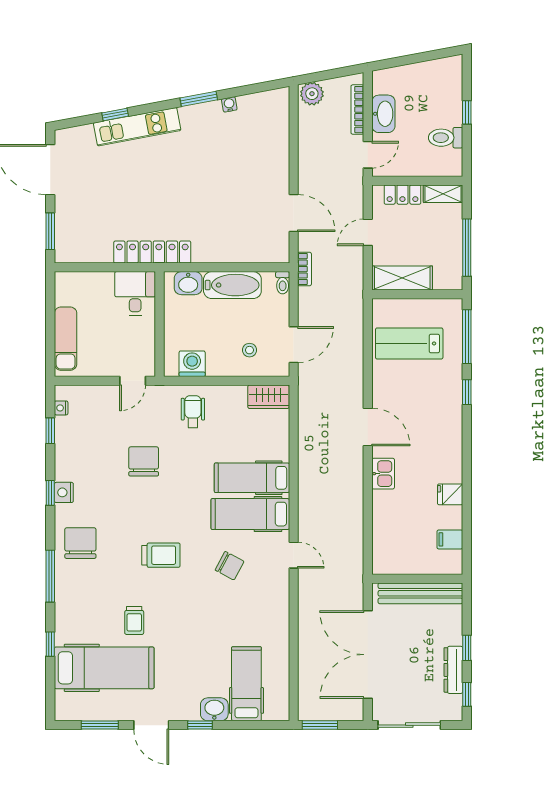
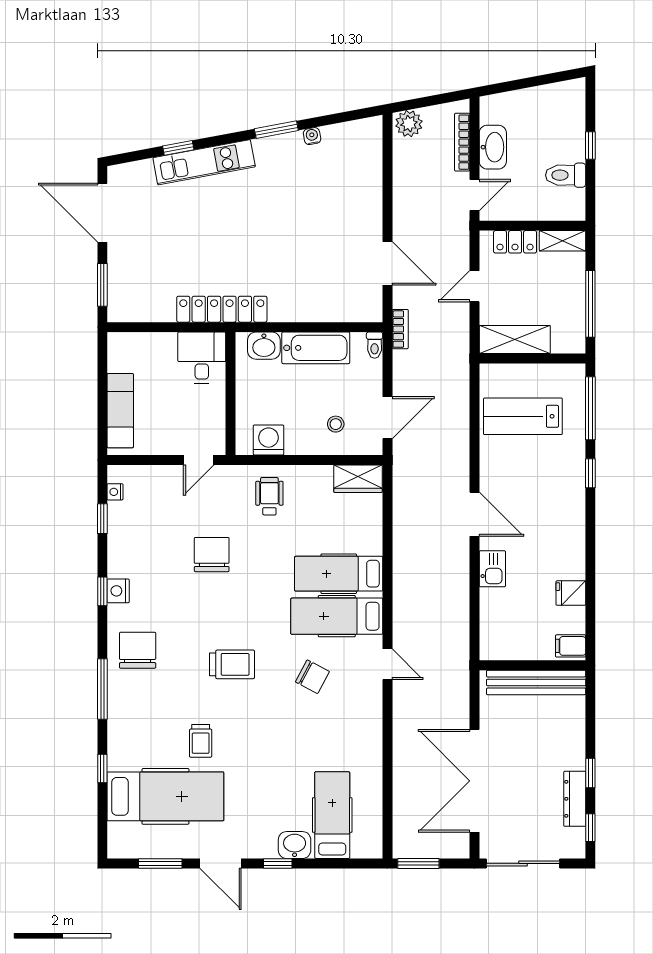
wall: (417, 579) -> (532, 665), moved
bench: (420, 593) -> (536, 682), moved

